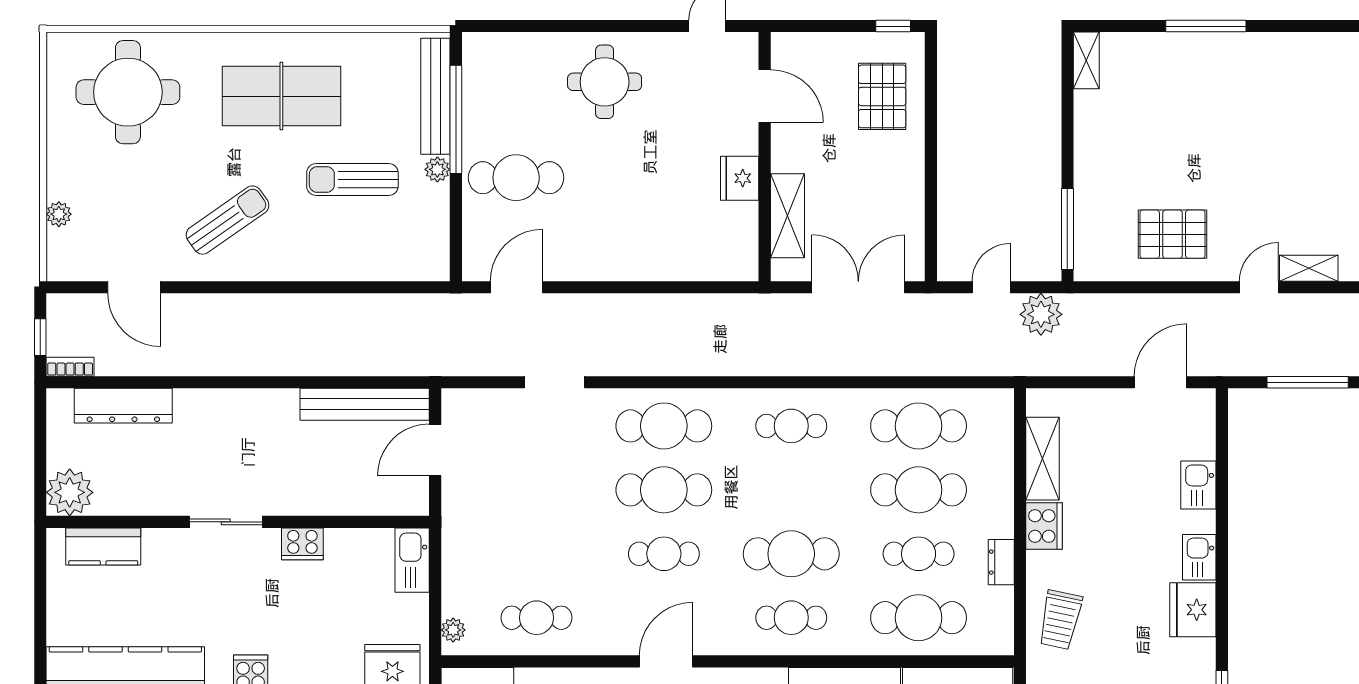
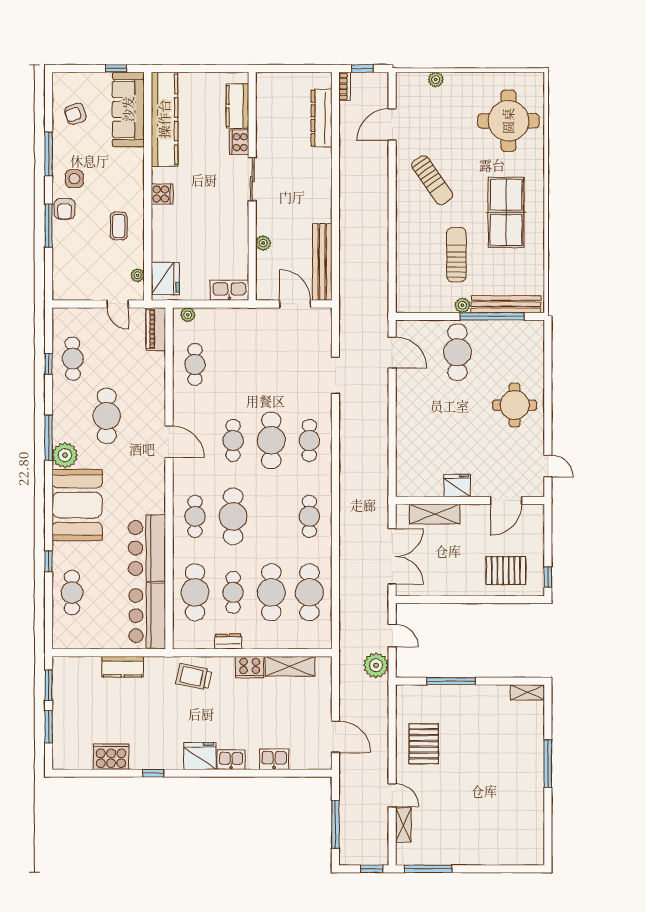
window: (1067, 229) -> (451, 681), moved
cafe table: (664, 426) -> (309, 440), width x0.73, depth x0.74
plant: (70, 492) -> (263, 243), moved, width x0.53, depth x0.53
cooker: (302, 544) -> (239, 142), moved

